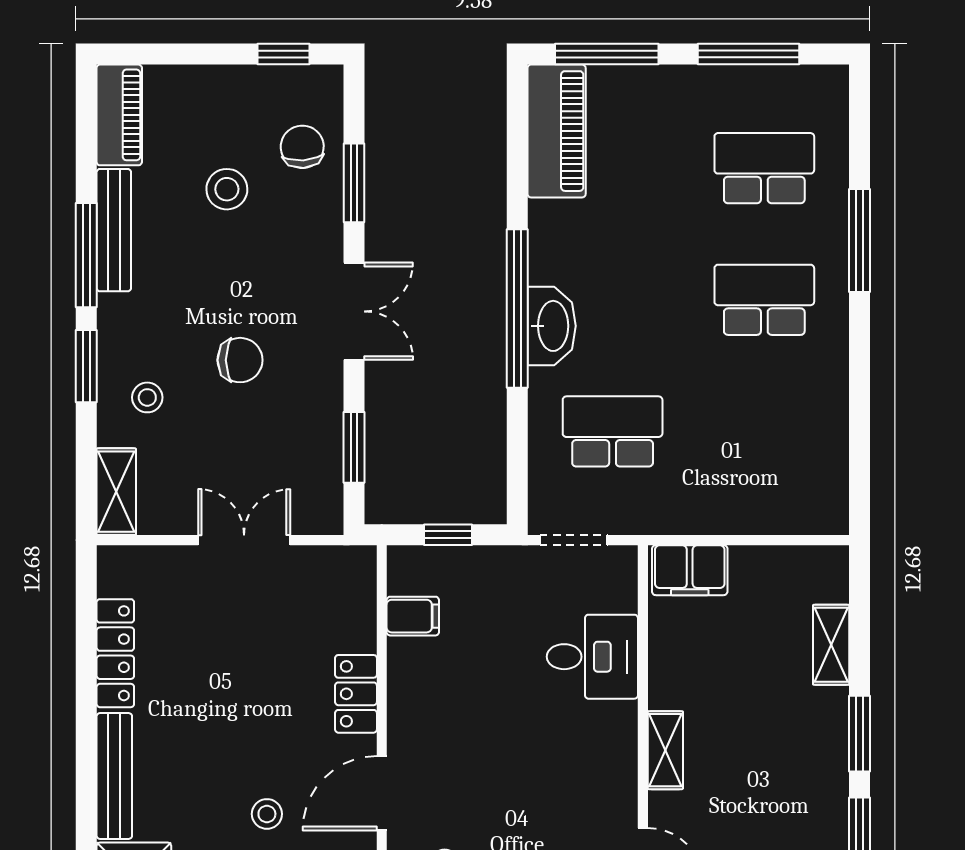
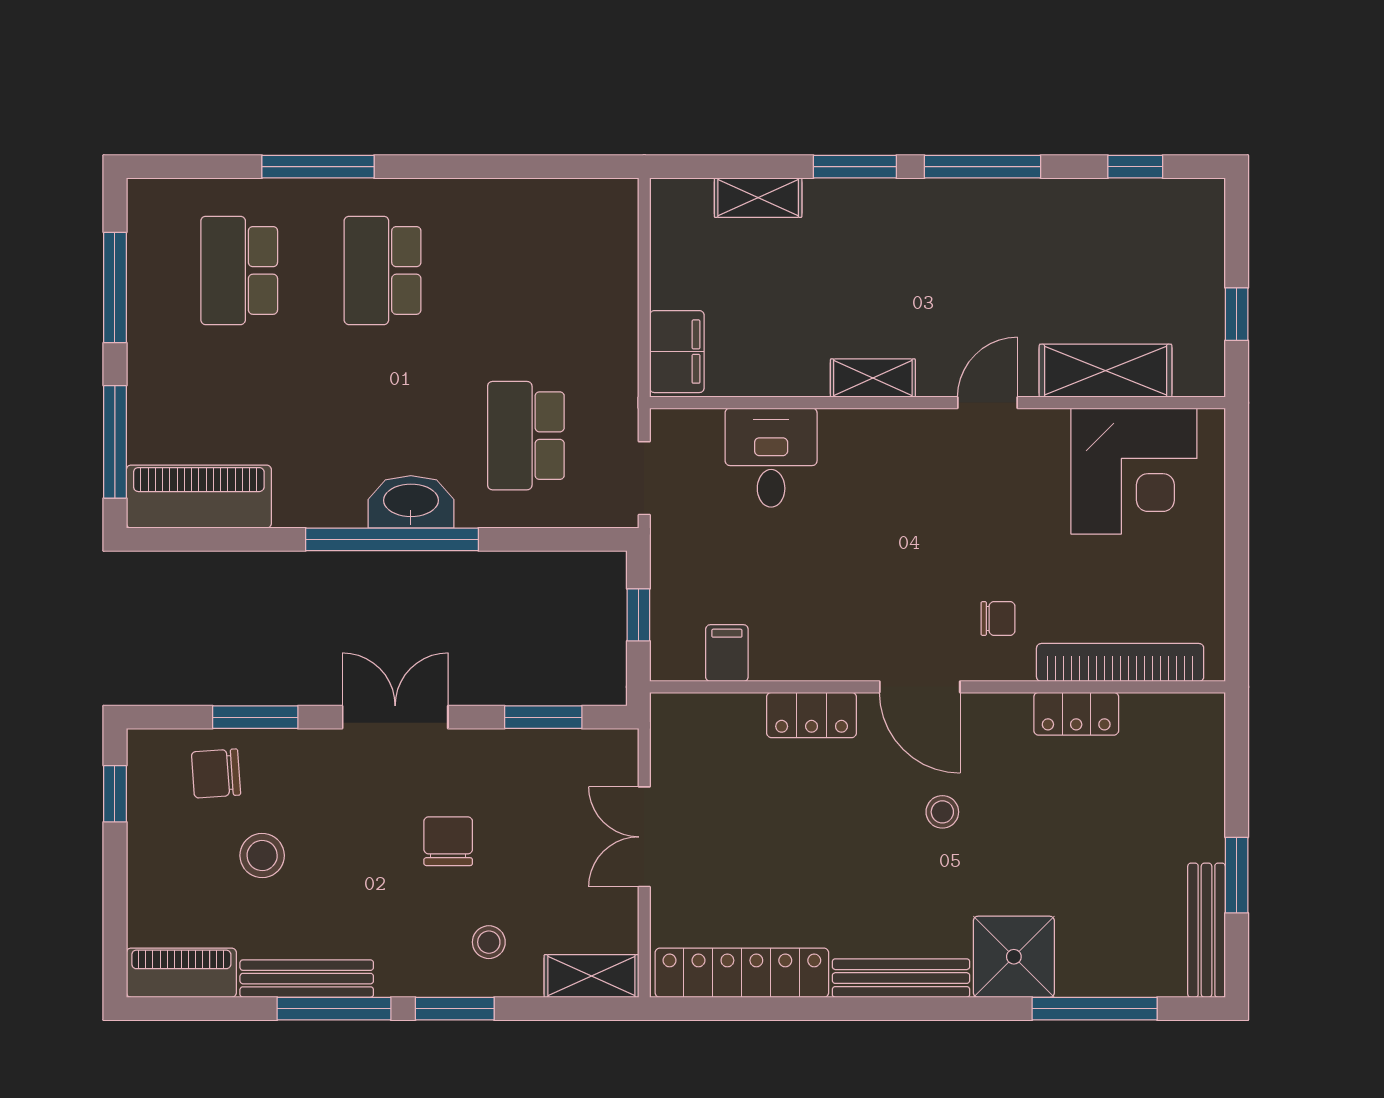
locker: (115, 653) -> (742, 973), width x1.41, depth x1.21

